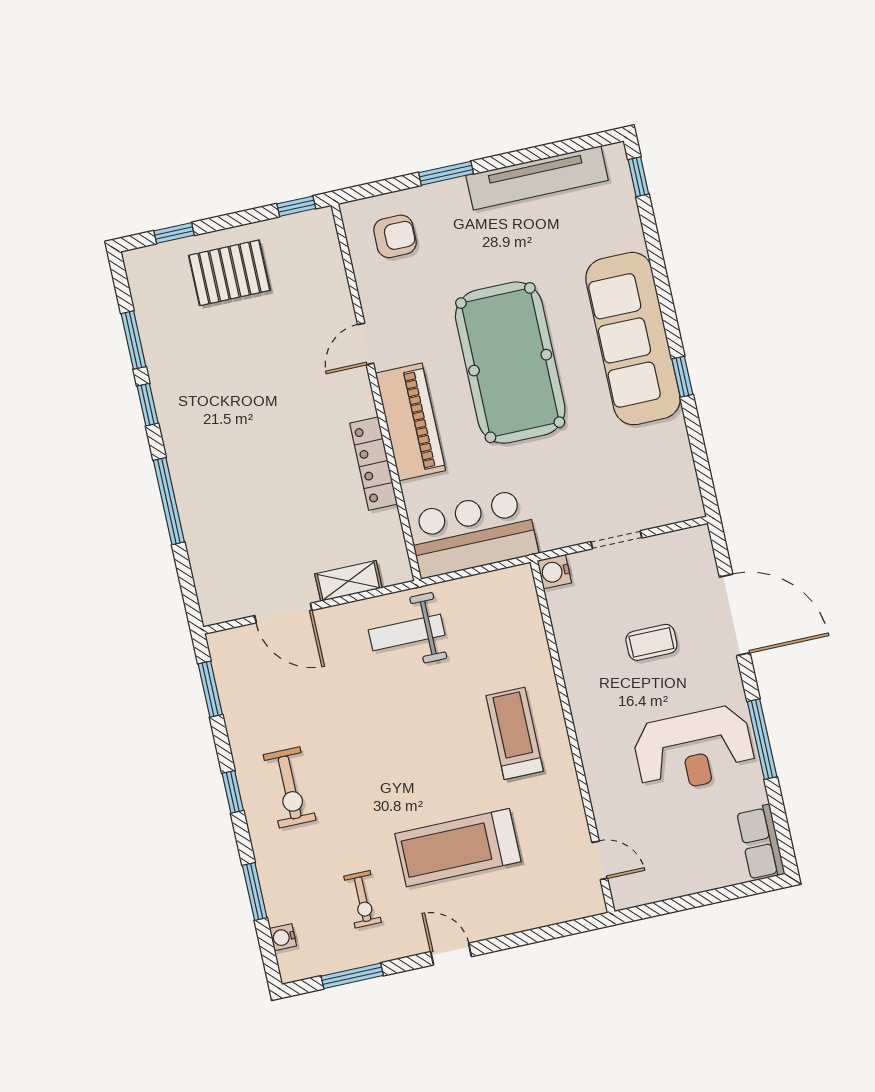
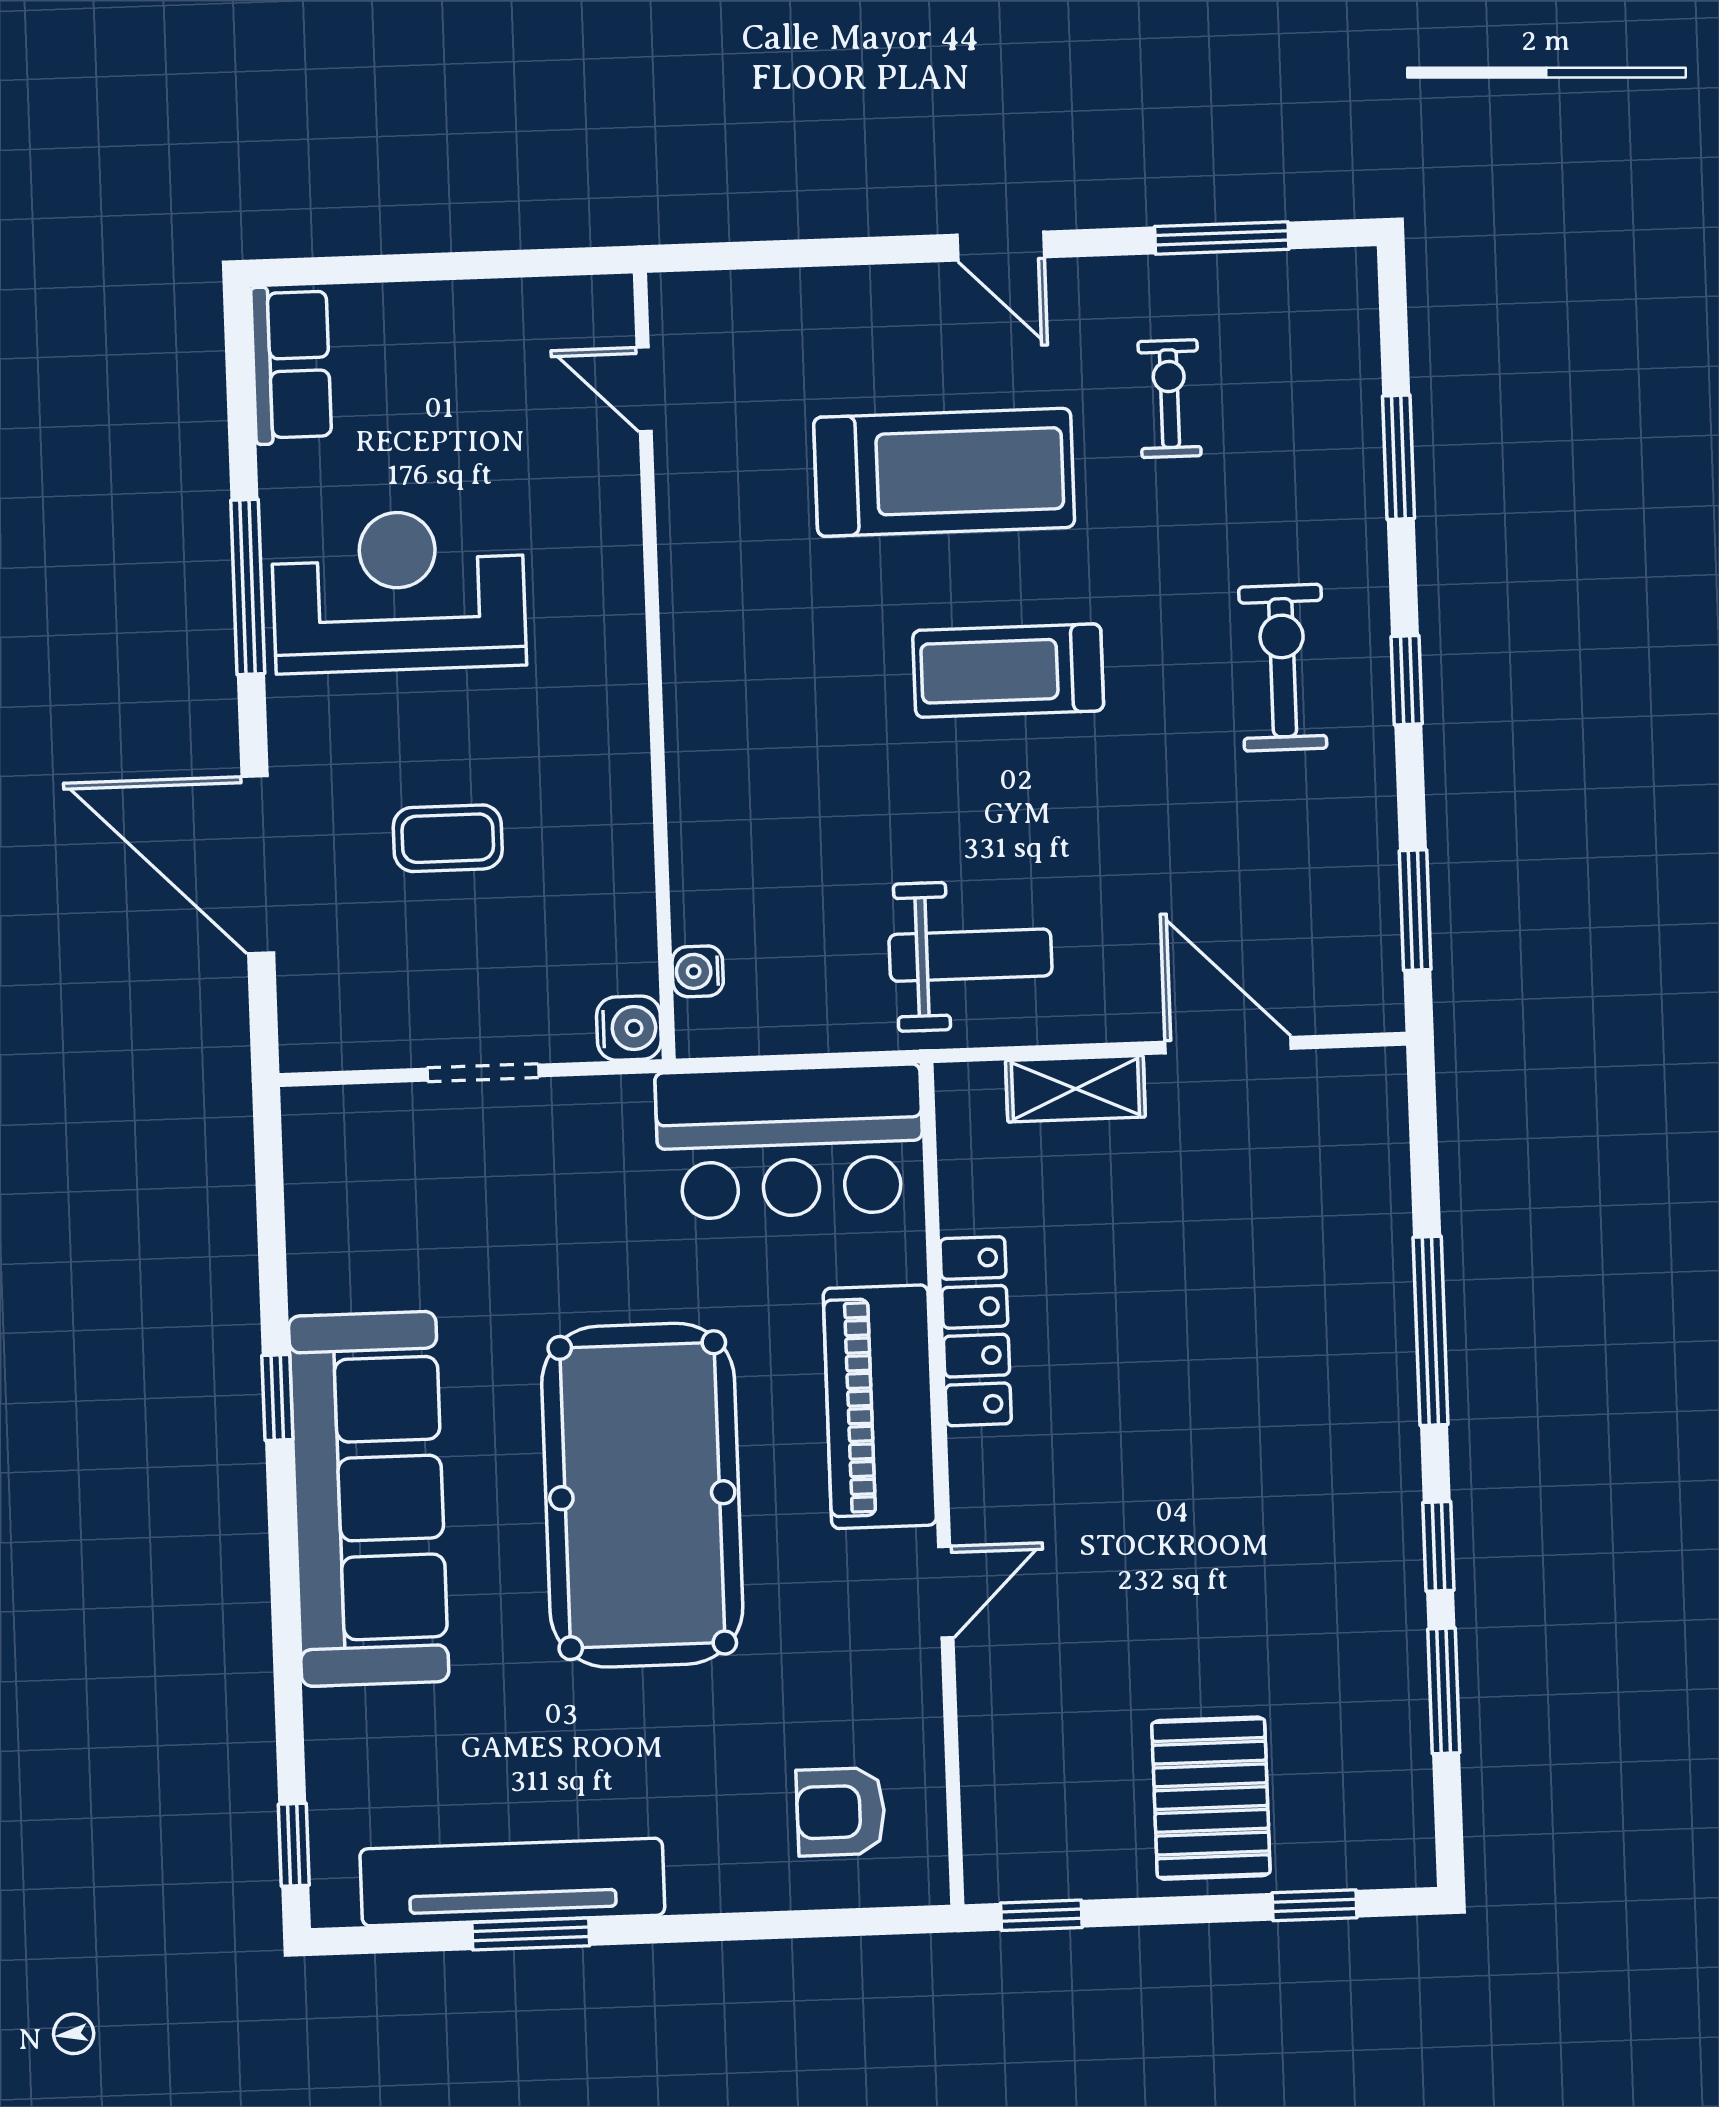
window: (446, 173) -> (531, 1934), moved
pallet: (229, 273) -> (1211, 1798), turned 90
treadmill: (515, 733) -> (1008, 671), moved, turned 90
water cooler: (283, 937) -> (698, 971), moved, turned 180

